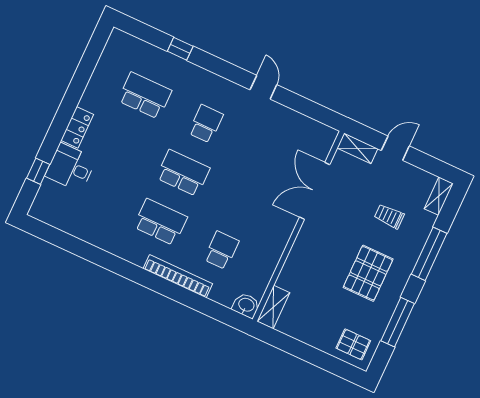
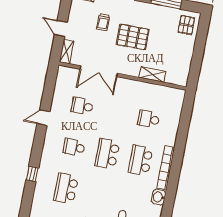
school desk: (267, 152) -> (82, 106), added
pallet: (368, 273) -> (133, 37), moved
bookcase: (178, 276) -> (166, 168), moved
washbasin: (246, 305) -> (159, 197), moved
shelving: (273, 307) -> (152, 75), moved

